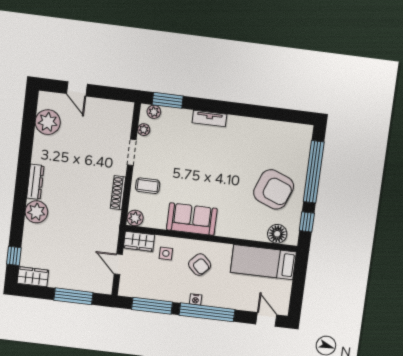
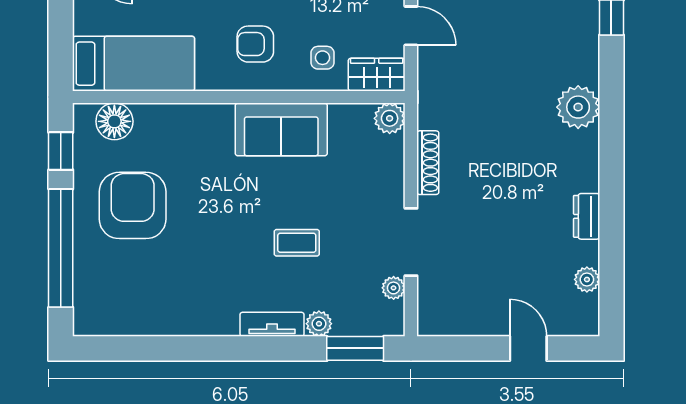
plant: (154, 112) -> (319, 324), moved
plant: (48, 122) -> (587, 279), width x0.53, depth x0.53
doorway: (132, 152) -> (411, 242), width x1.38
dresser: (35, 182) -> (587, 216), moved, width x0.70
coffee table: (148, 186) -> (297, 243), moved
armchair: (274, 189) -> (133, 205), turned 69
armchair: (200, 265) -> (255, 44), turned -44

